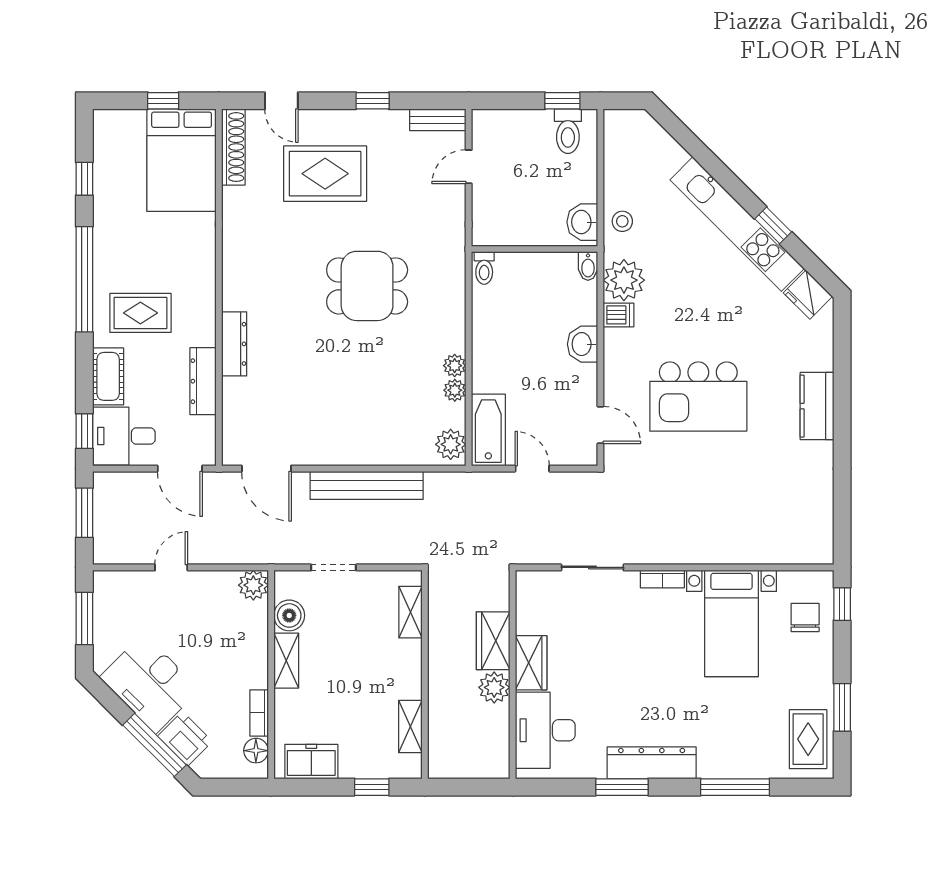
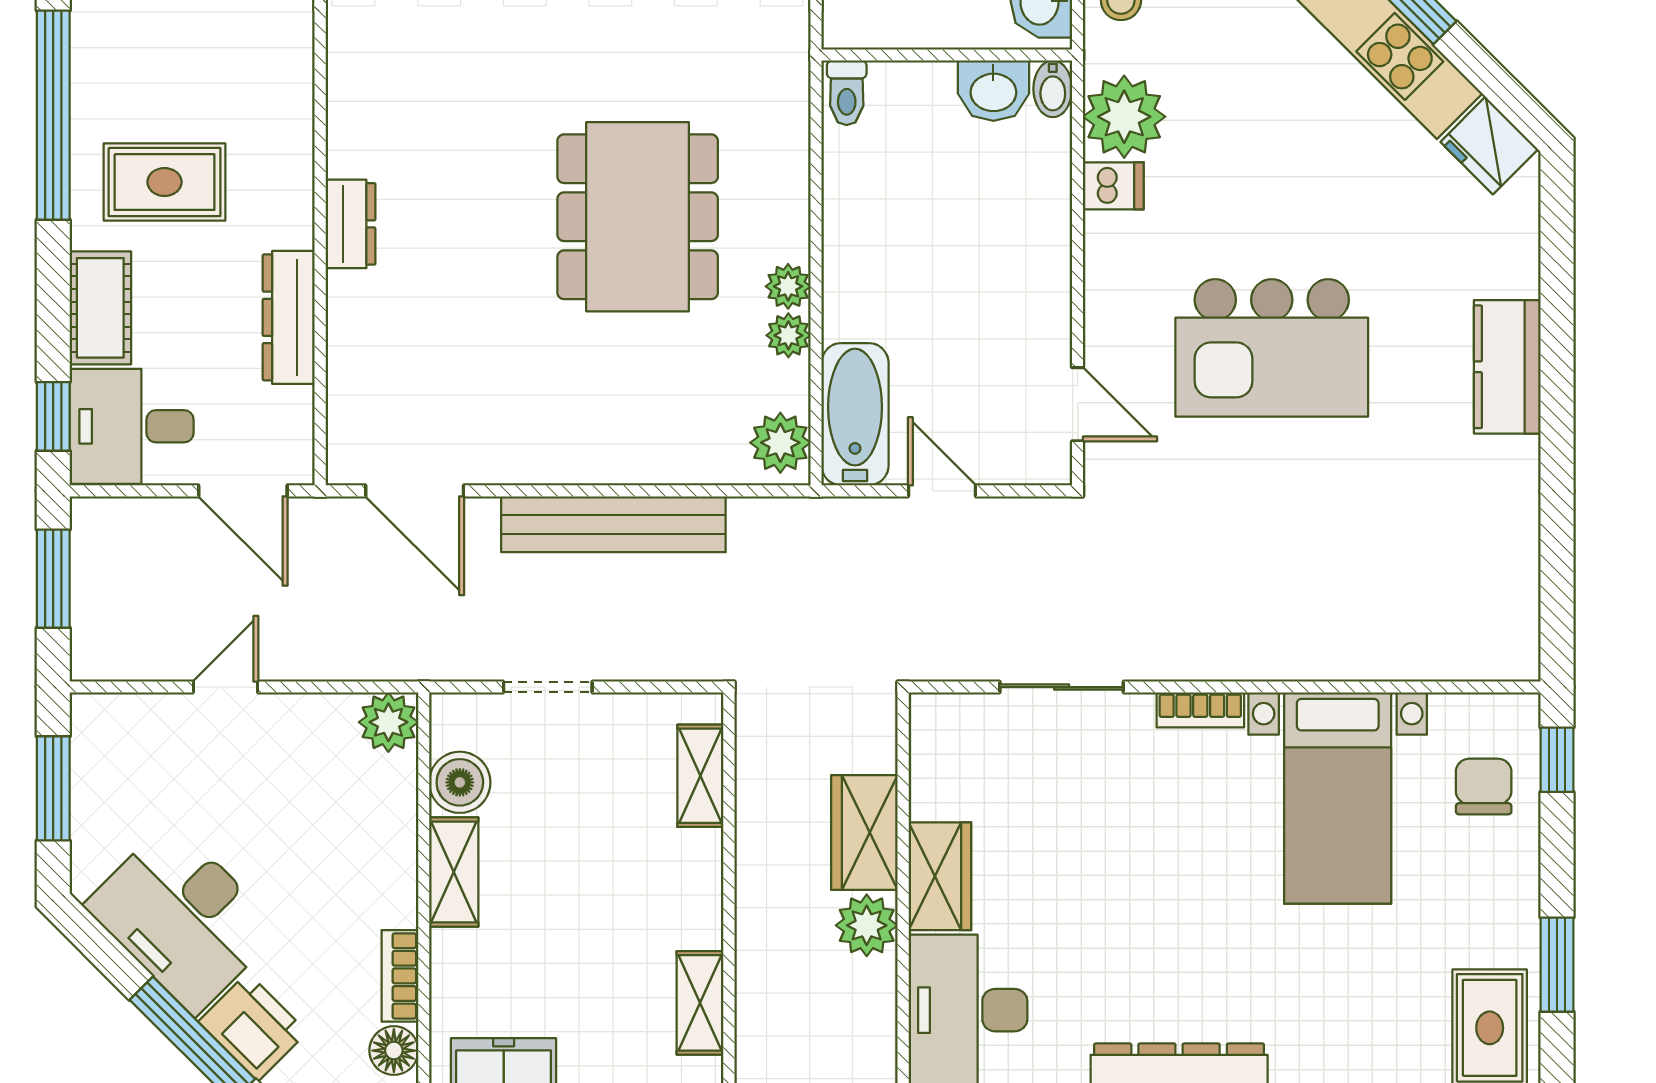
dining table: (367, 286) -> (638, 217), moved, width x1.38
dresser: (234, 344) -> (351, 224), width x0.70
washbasin: (583, 344) -> (993, 91), moved, turned -90

